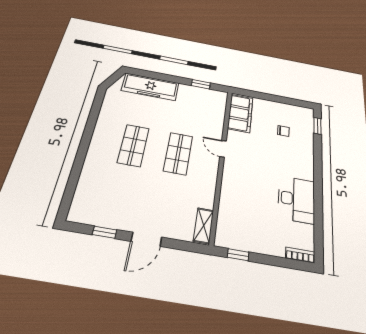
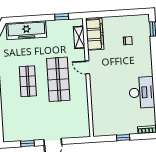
shop shelf: (178, 153) -> (58, 79), width x1.43, depth x1.36
shelving: (204, 226) -> (79, 37), moved
window: (238, 255) -> (123, 138), moved

